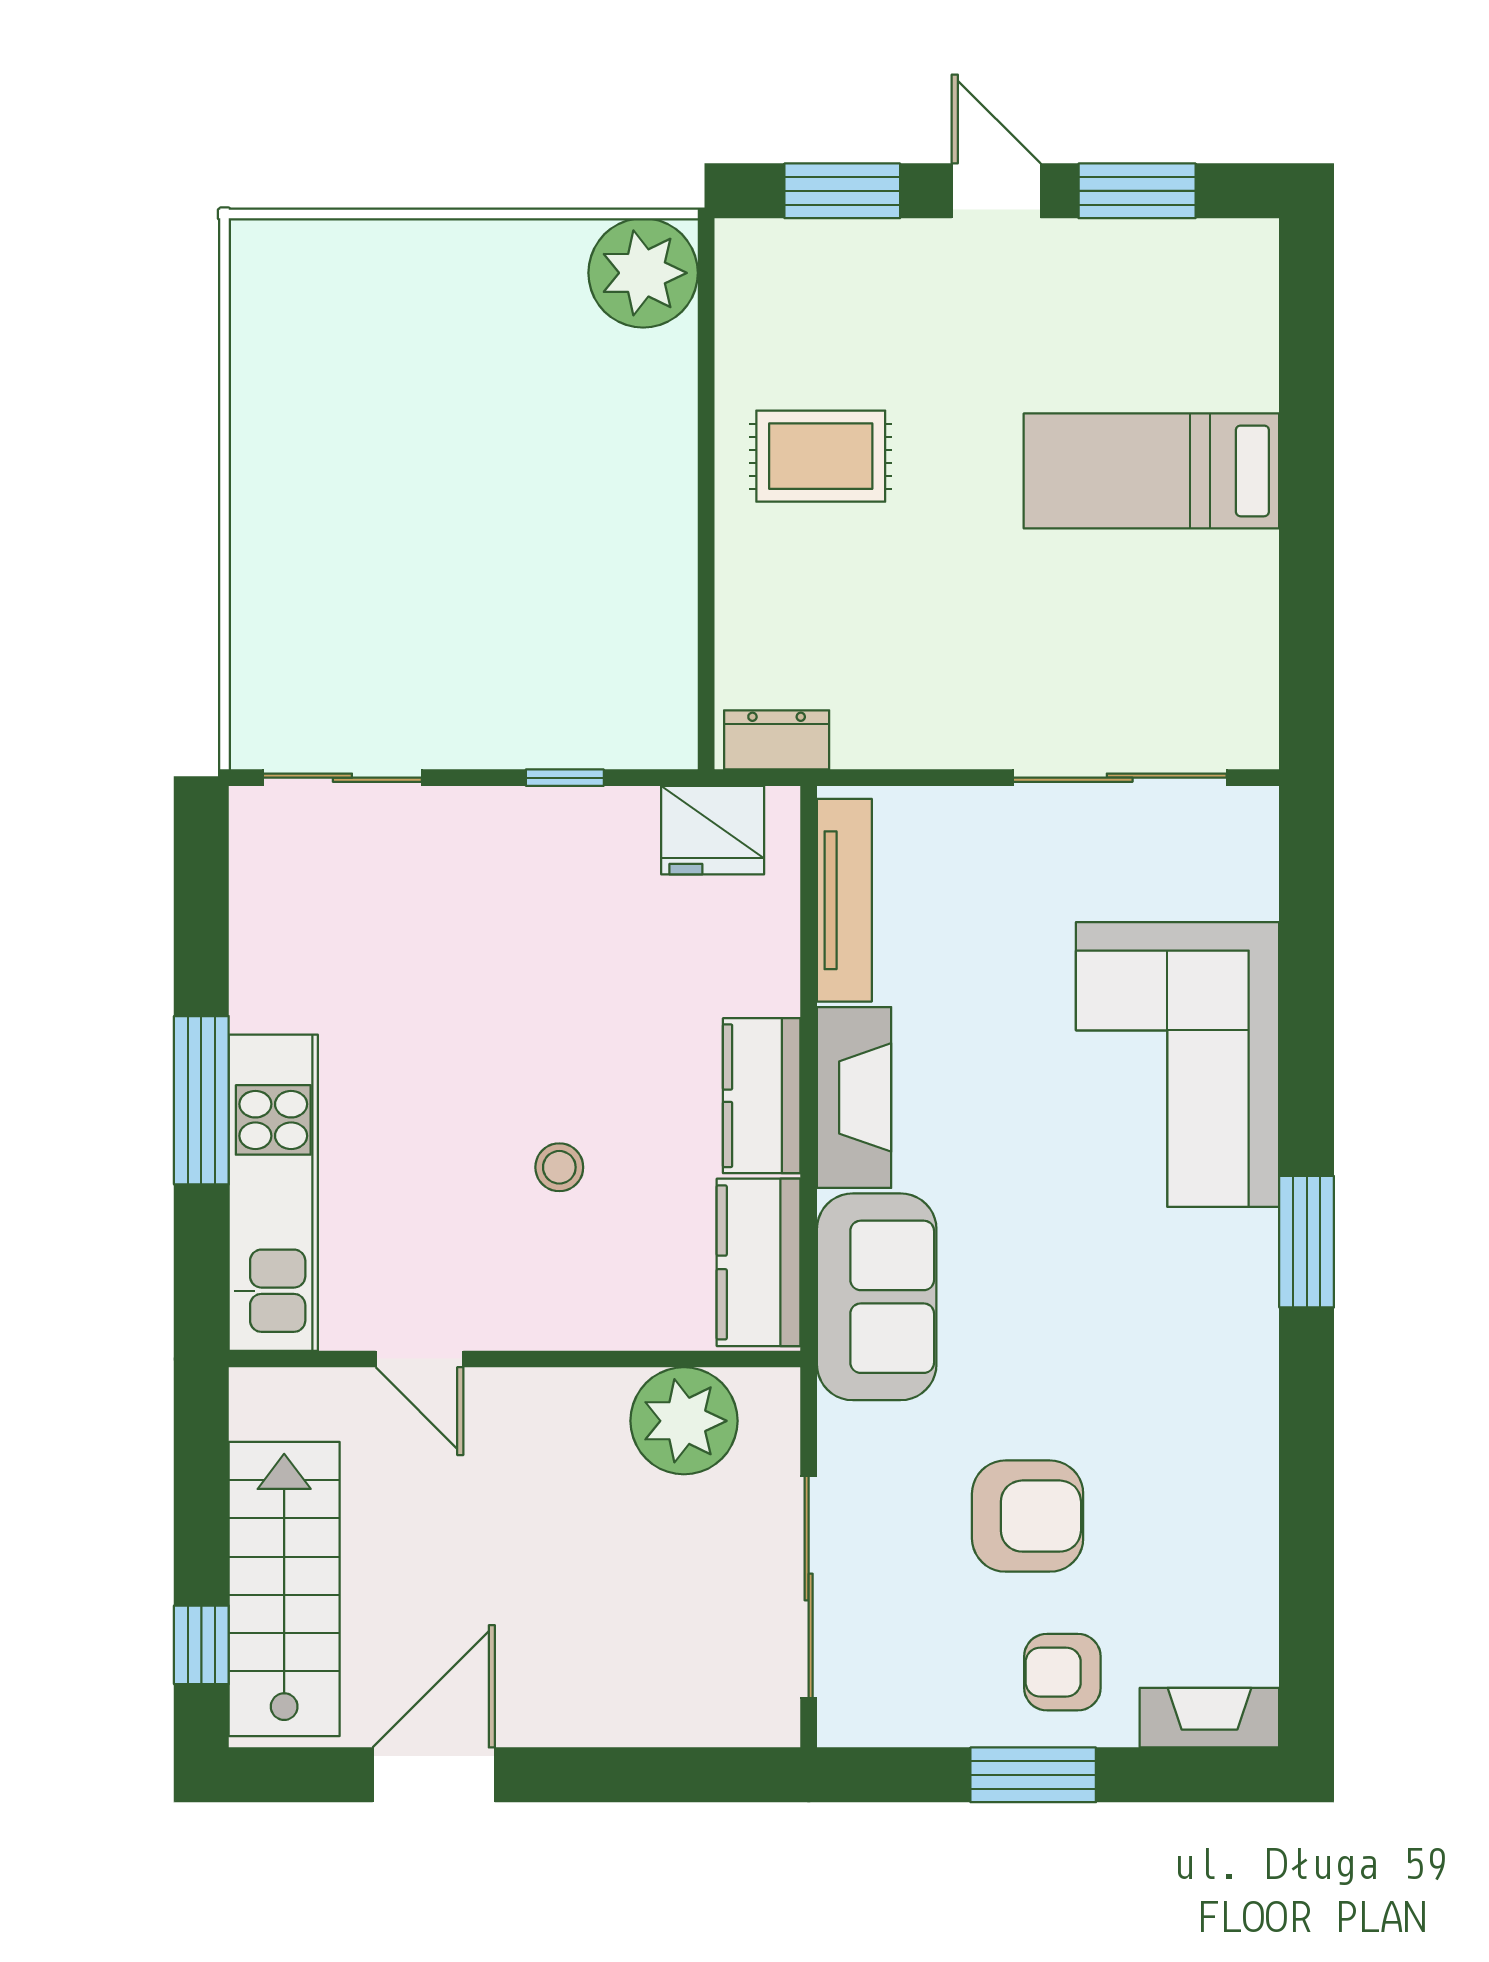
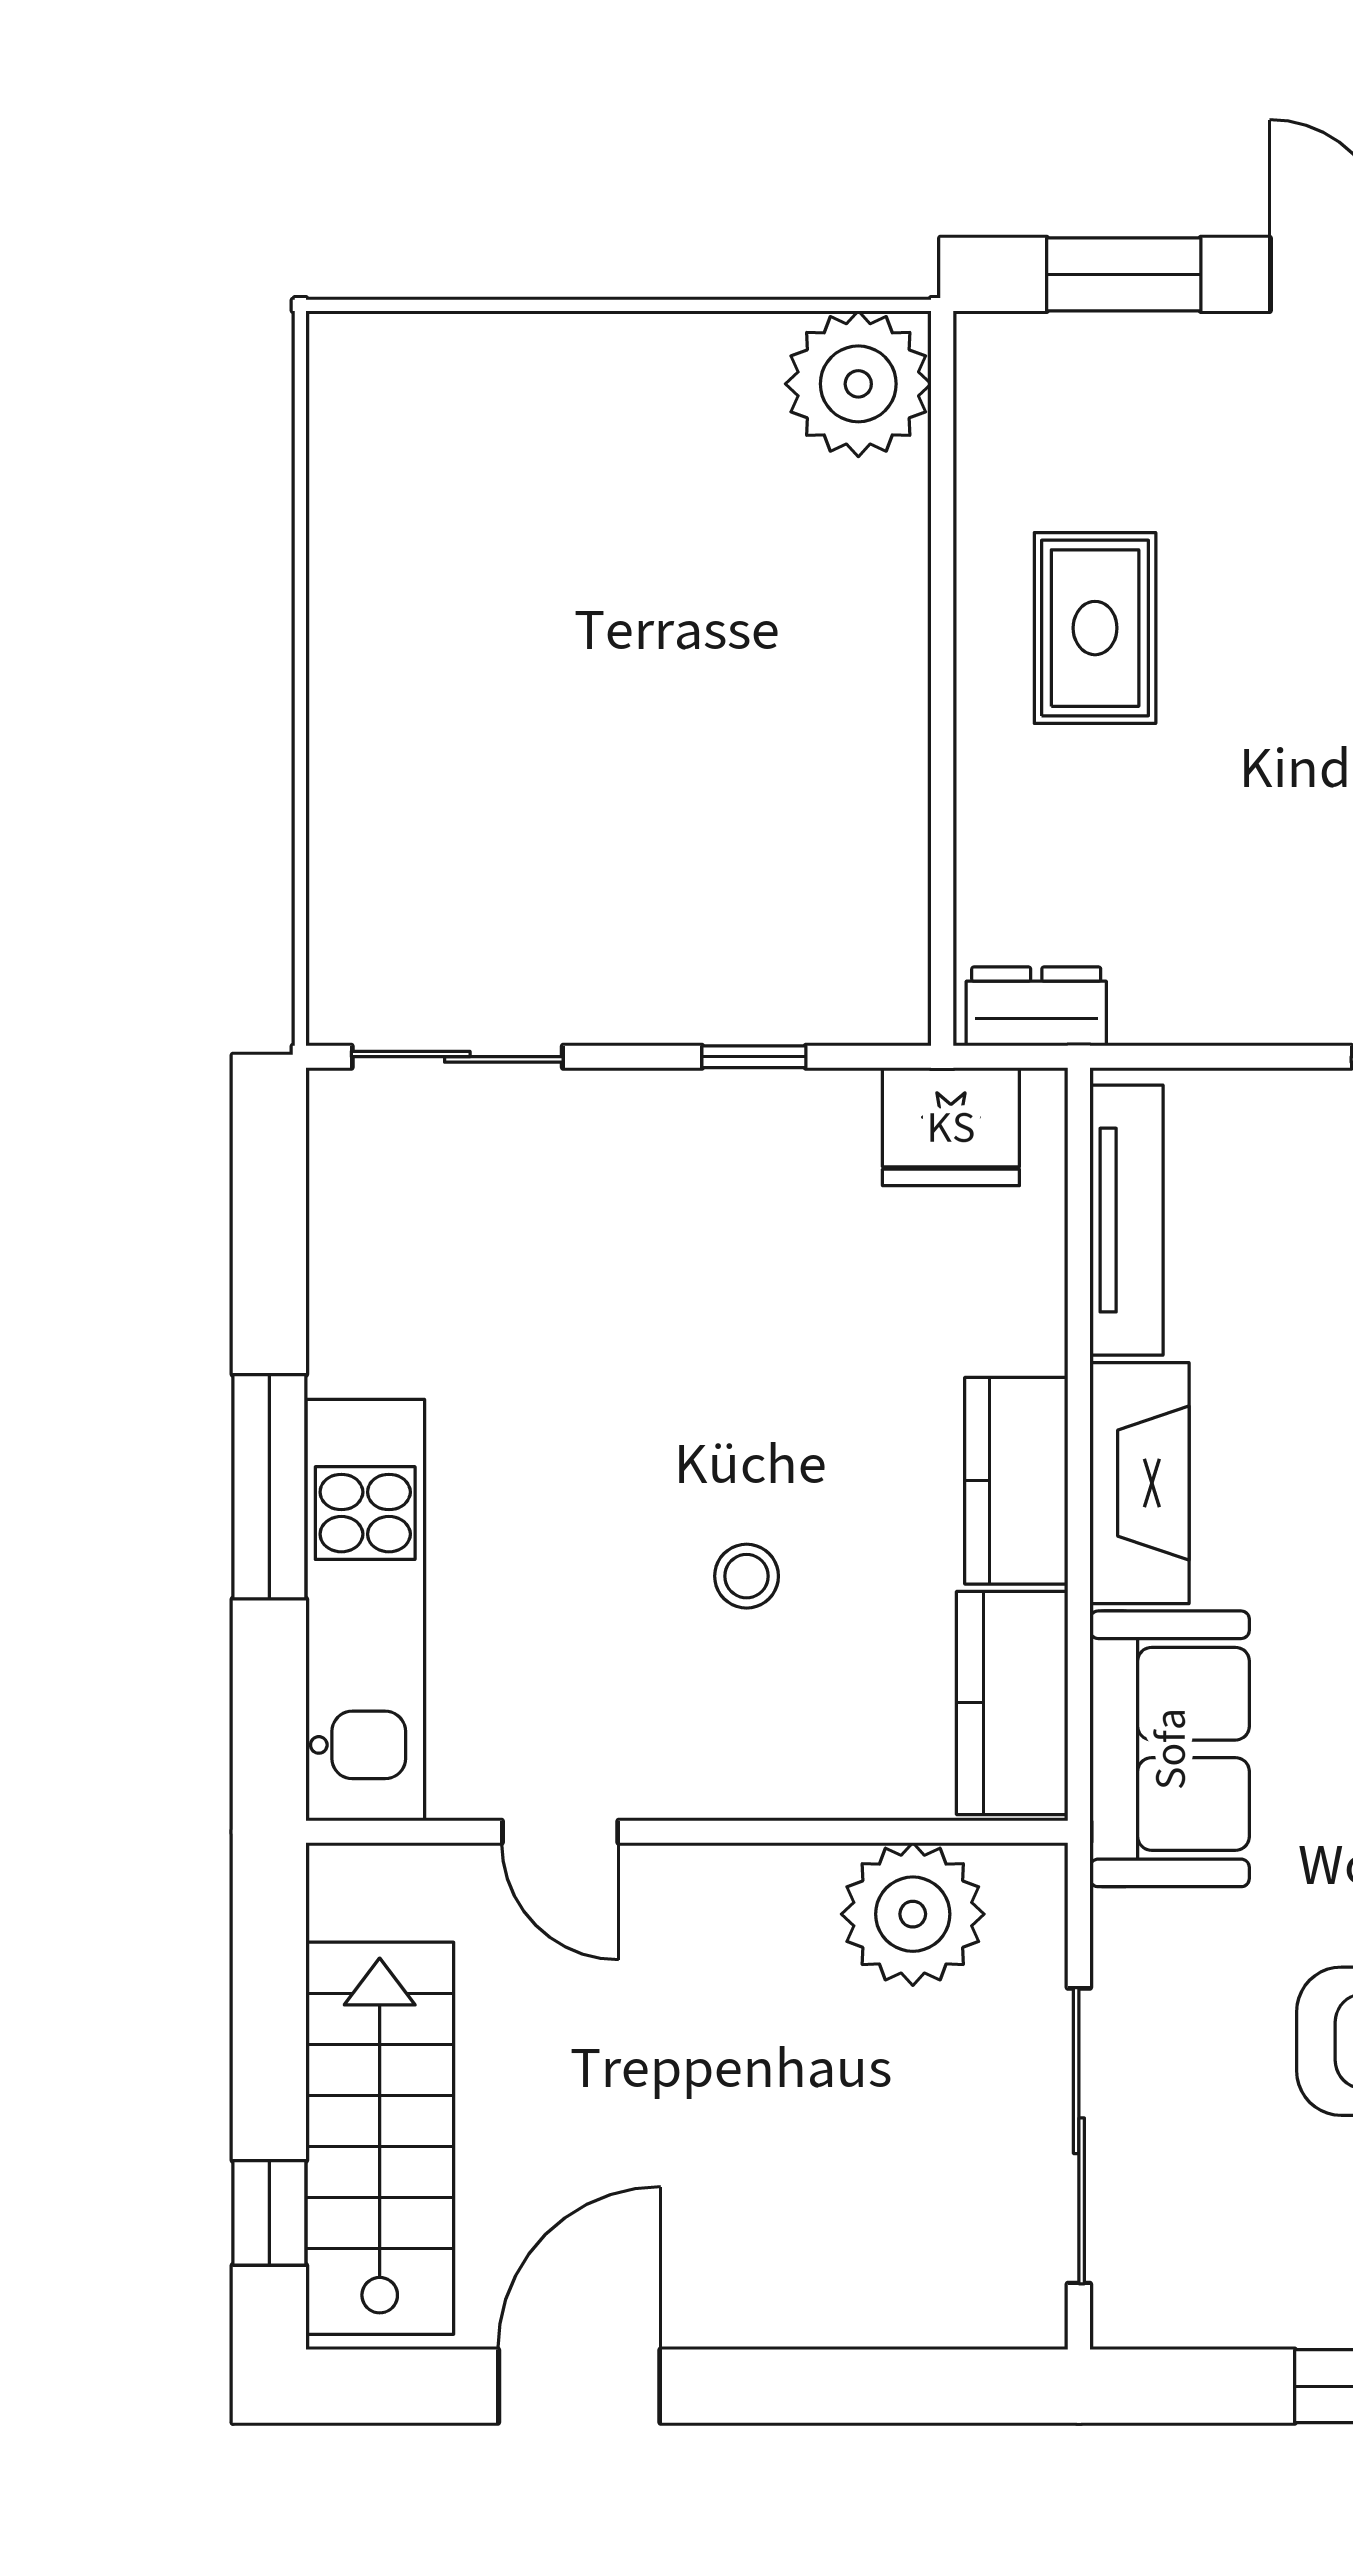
rug: (821, 456) -> (1095, 628), turned 90

